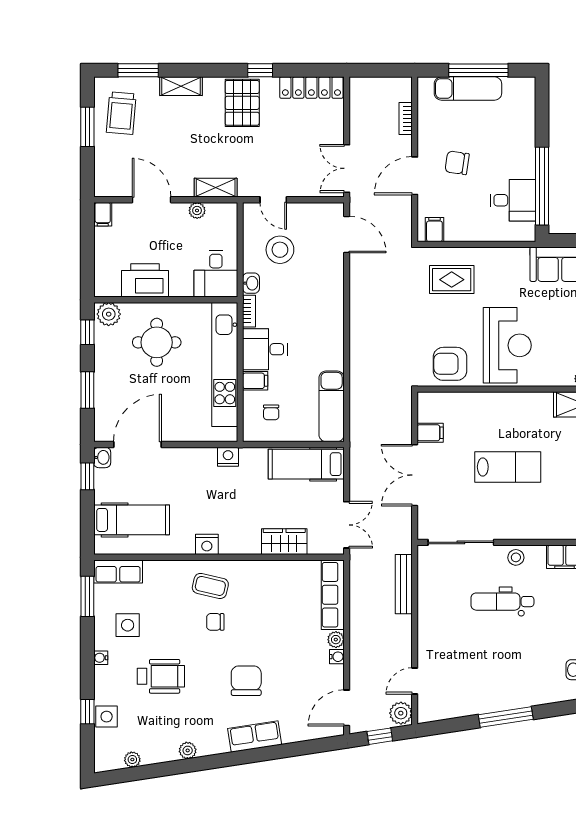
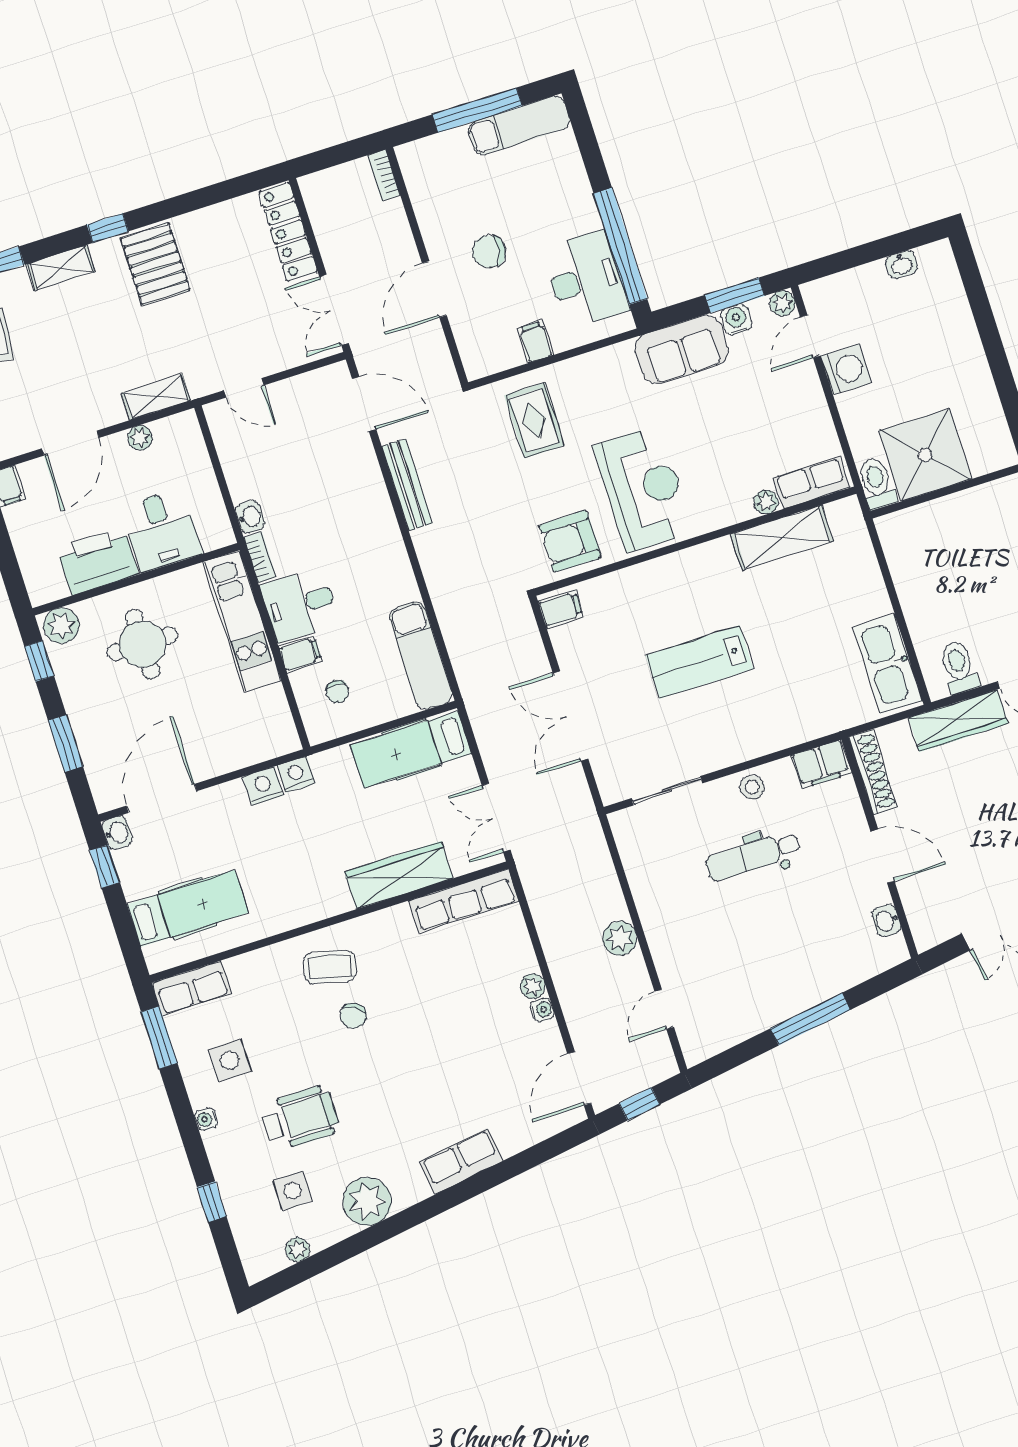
window: (260, 70) -> (108, 228), moved
locker: (311, 88) -> (288, 232), moved, turned 90
exam couch: (468, 89) -> (519, 125), moved
bookcase: (406, 118) -> (384, 175), moved
door: (152, 200) -> (70, 443), swing flipped
desk: (513, 200) -> (586, 279), width x1.37
filing cabinet: (434, 230) -> (535, 342), moved
stool: (280, 250) -> (276, 456), removed
desk: (216, 274) -> (162, 530), moved
rug: (452, 280) -> (534, 420), turned 90
kitchen unit: (225, 364) -> (242, 621), width x0.73
filing cabinet: (430, 433) -> (561, 609), moved
lab bench: (508, 467) -> (699, 662), turned 180
double door: (347, 525) -> (496, 818), swing flipped
wardrobe: (284, 542) -> (399, 875), width x1.50
sliding door: (461, 542) -> (667, 791), width x0.73
nightstand: (207, 544) -> (263, 786), moved, turned 180
bench: (404, 584) -> (407, 485), moved
row of seats: (333, 595) -> (464, 901), moved, turned -90
chair: (215, 622) -> (353, 1016), turned -61
chair: (246, 681) -> (424, 1085), removed
plant: (401, 713) -> (620, 938), moved
side table: (107, 717) -> (293, 1191), moved
plant: (188, 750) -> (367, 1201), width x1.87, depth x1.87

